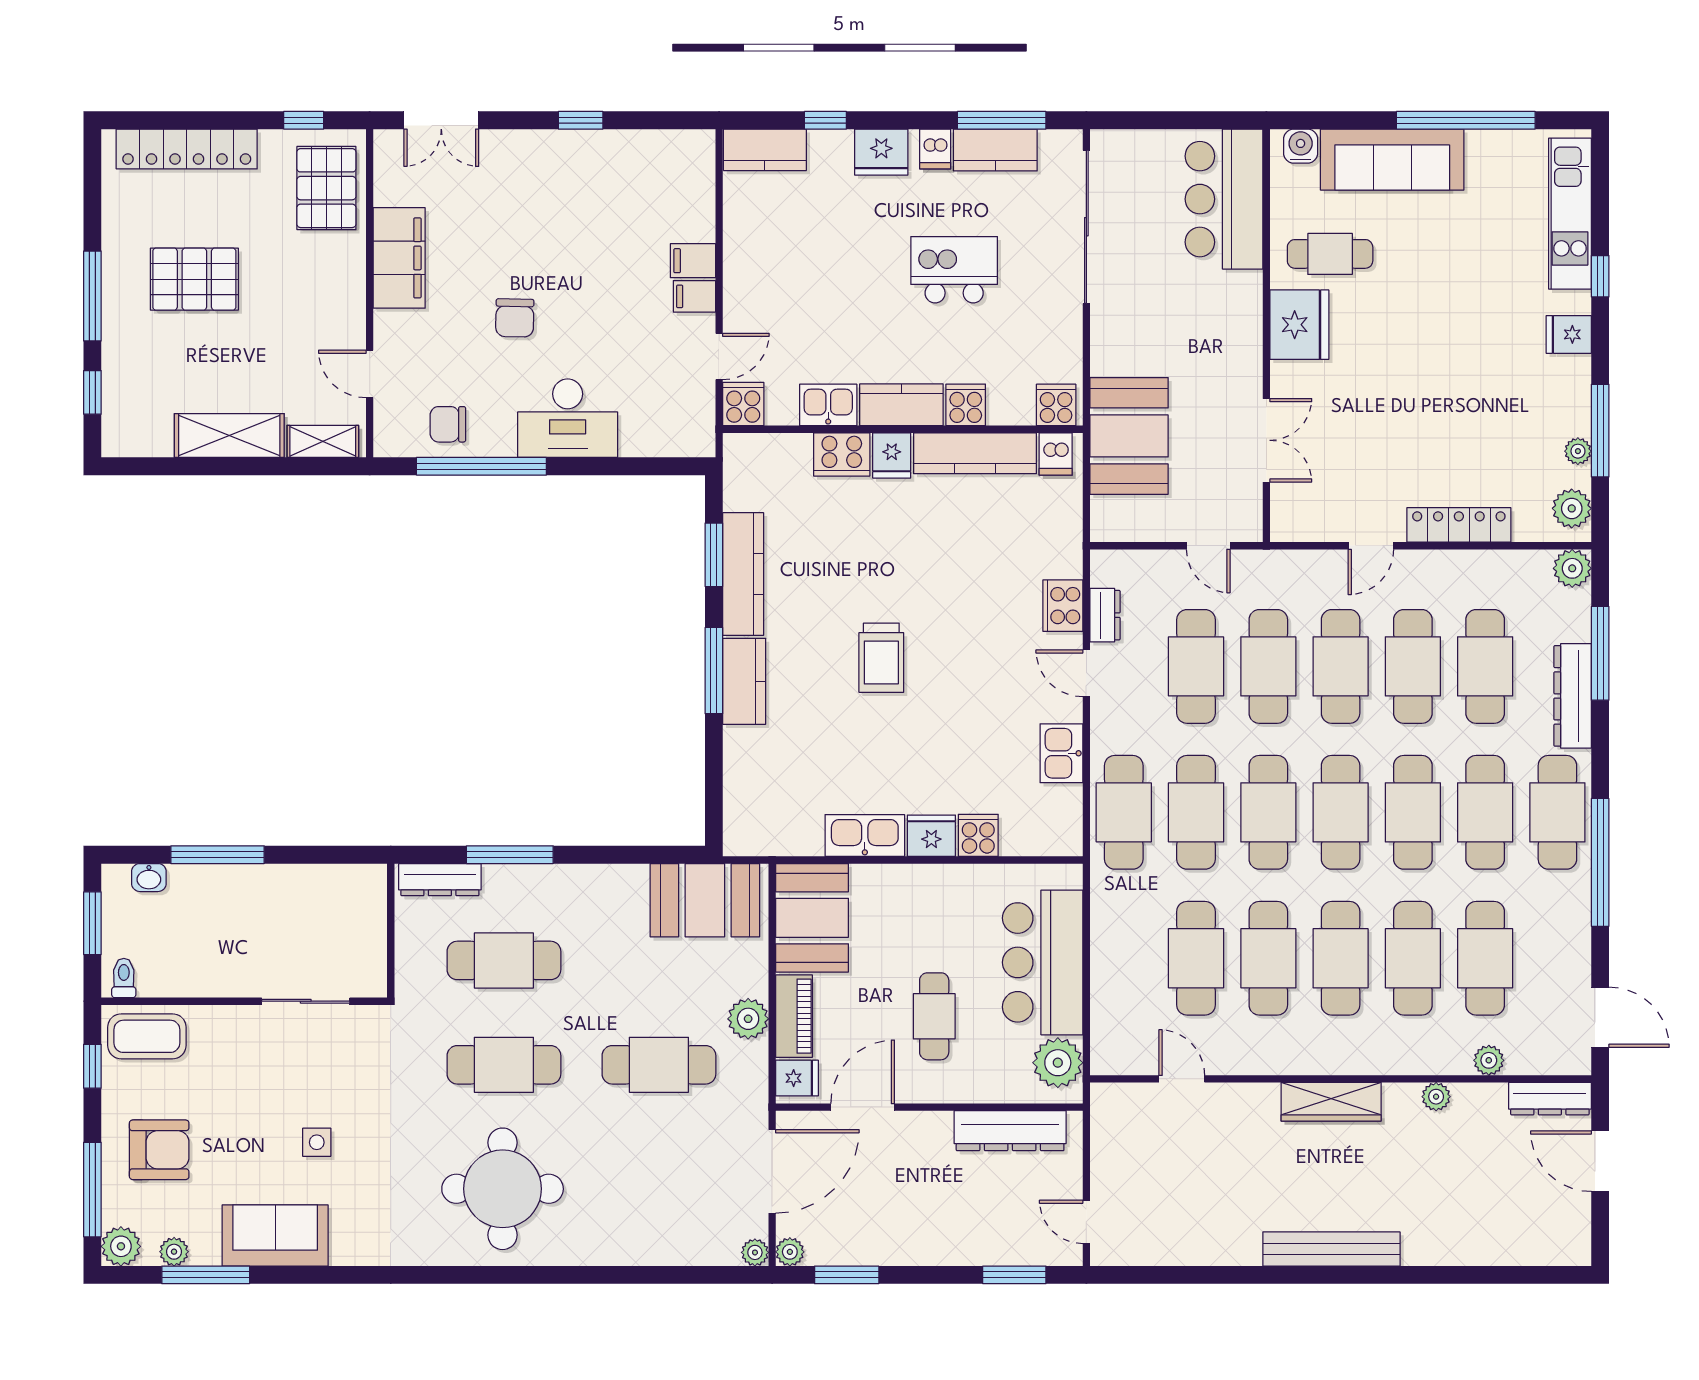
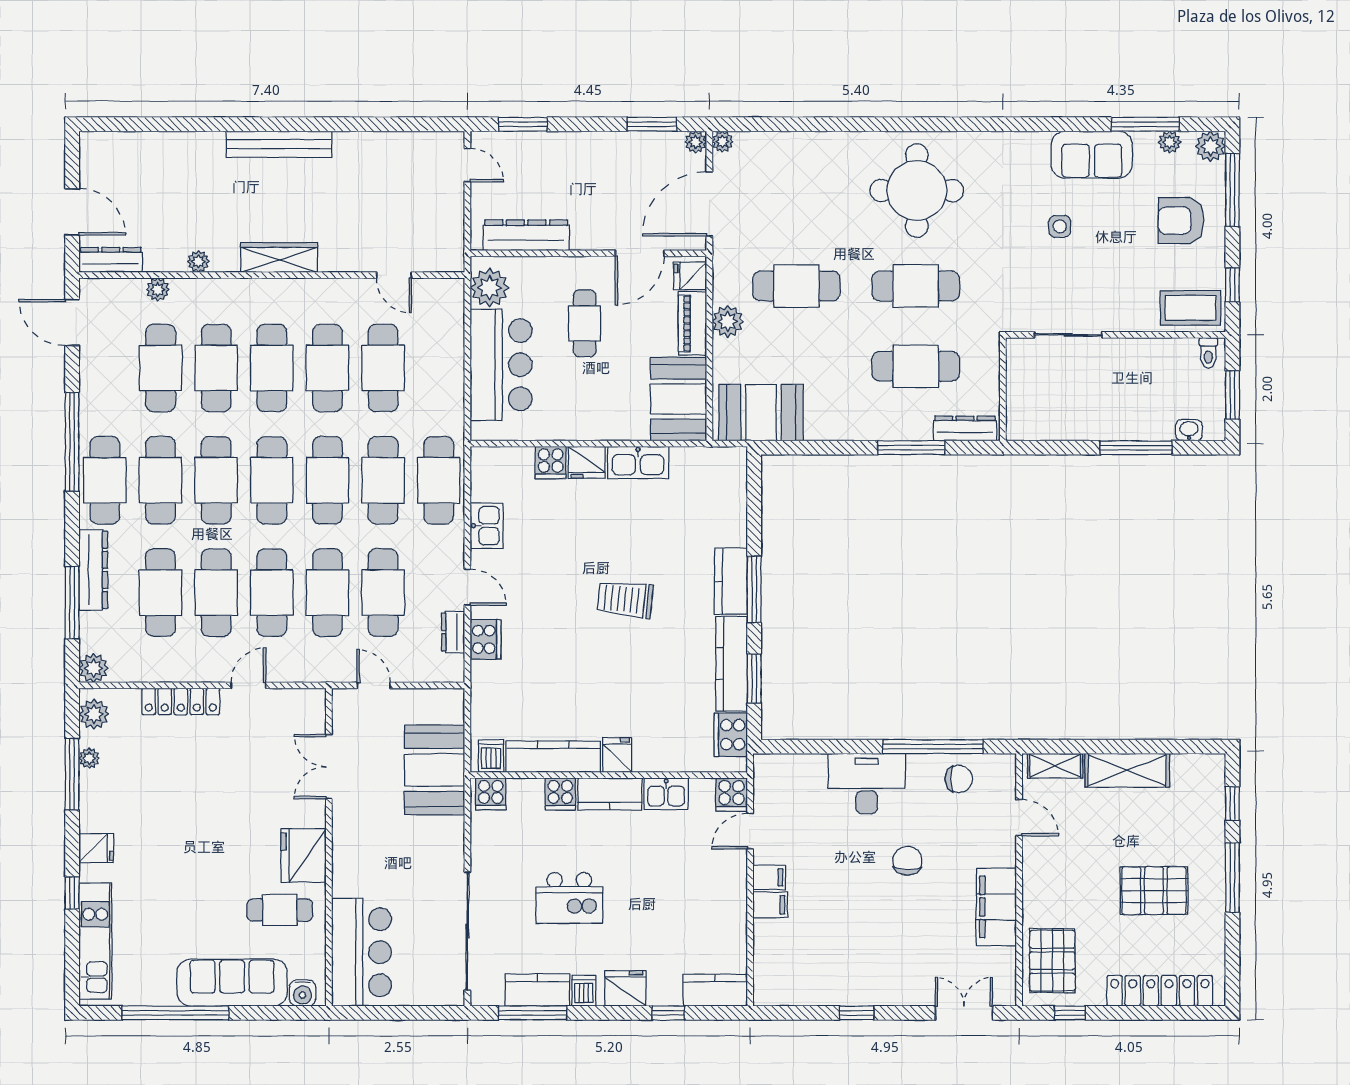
cooker: (842, 454) -> (731, 735), moved, turned -90
trolley: (881, 658) -> (625, 599), turned -84

